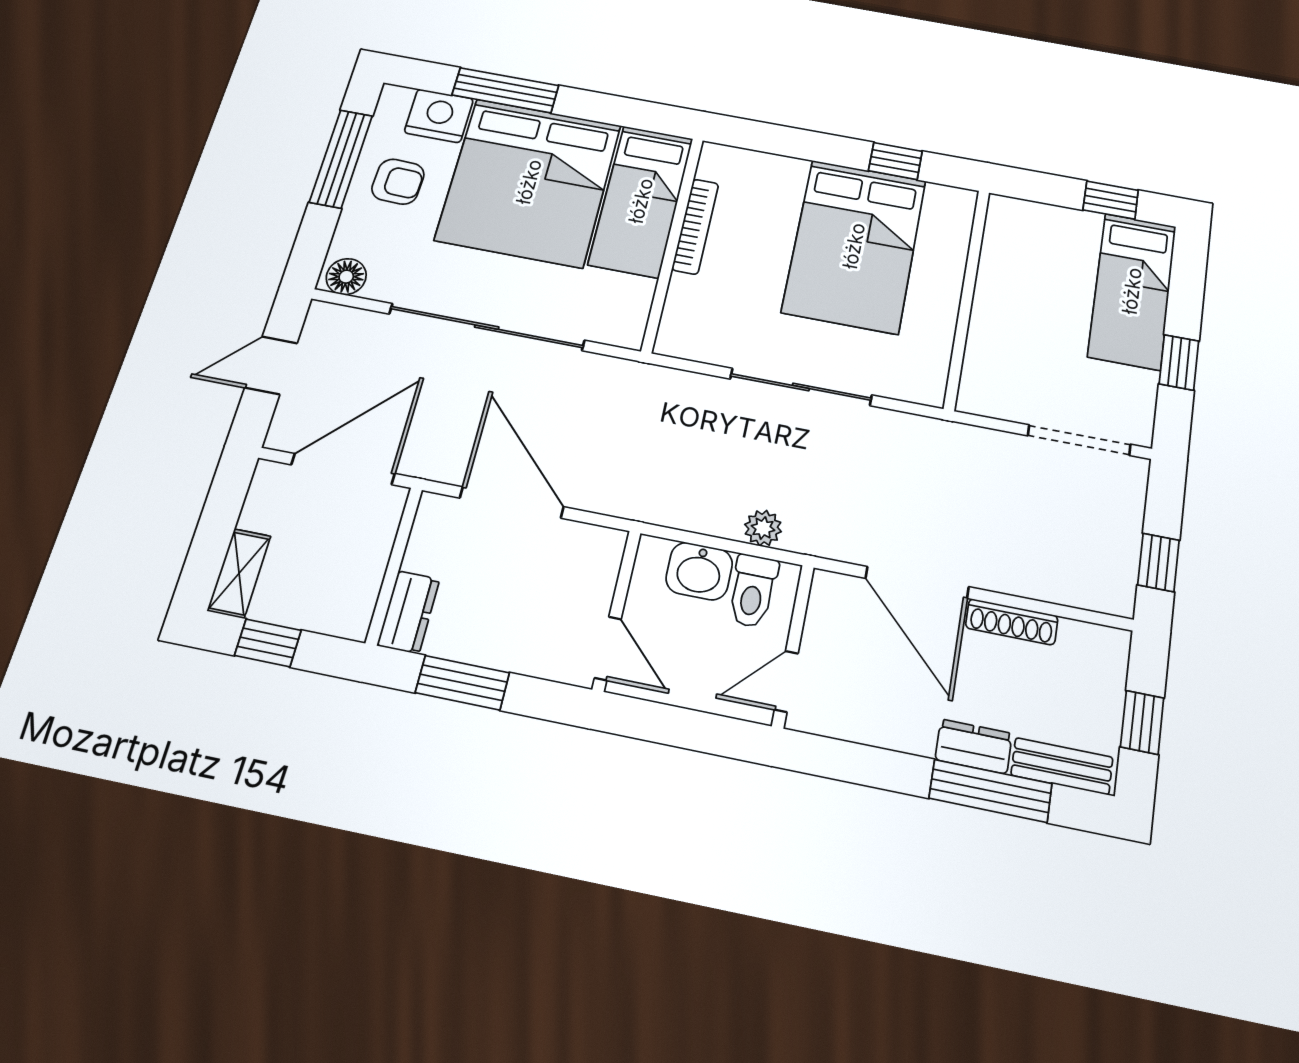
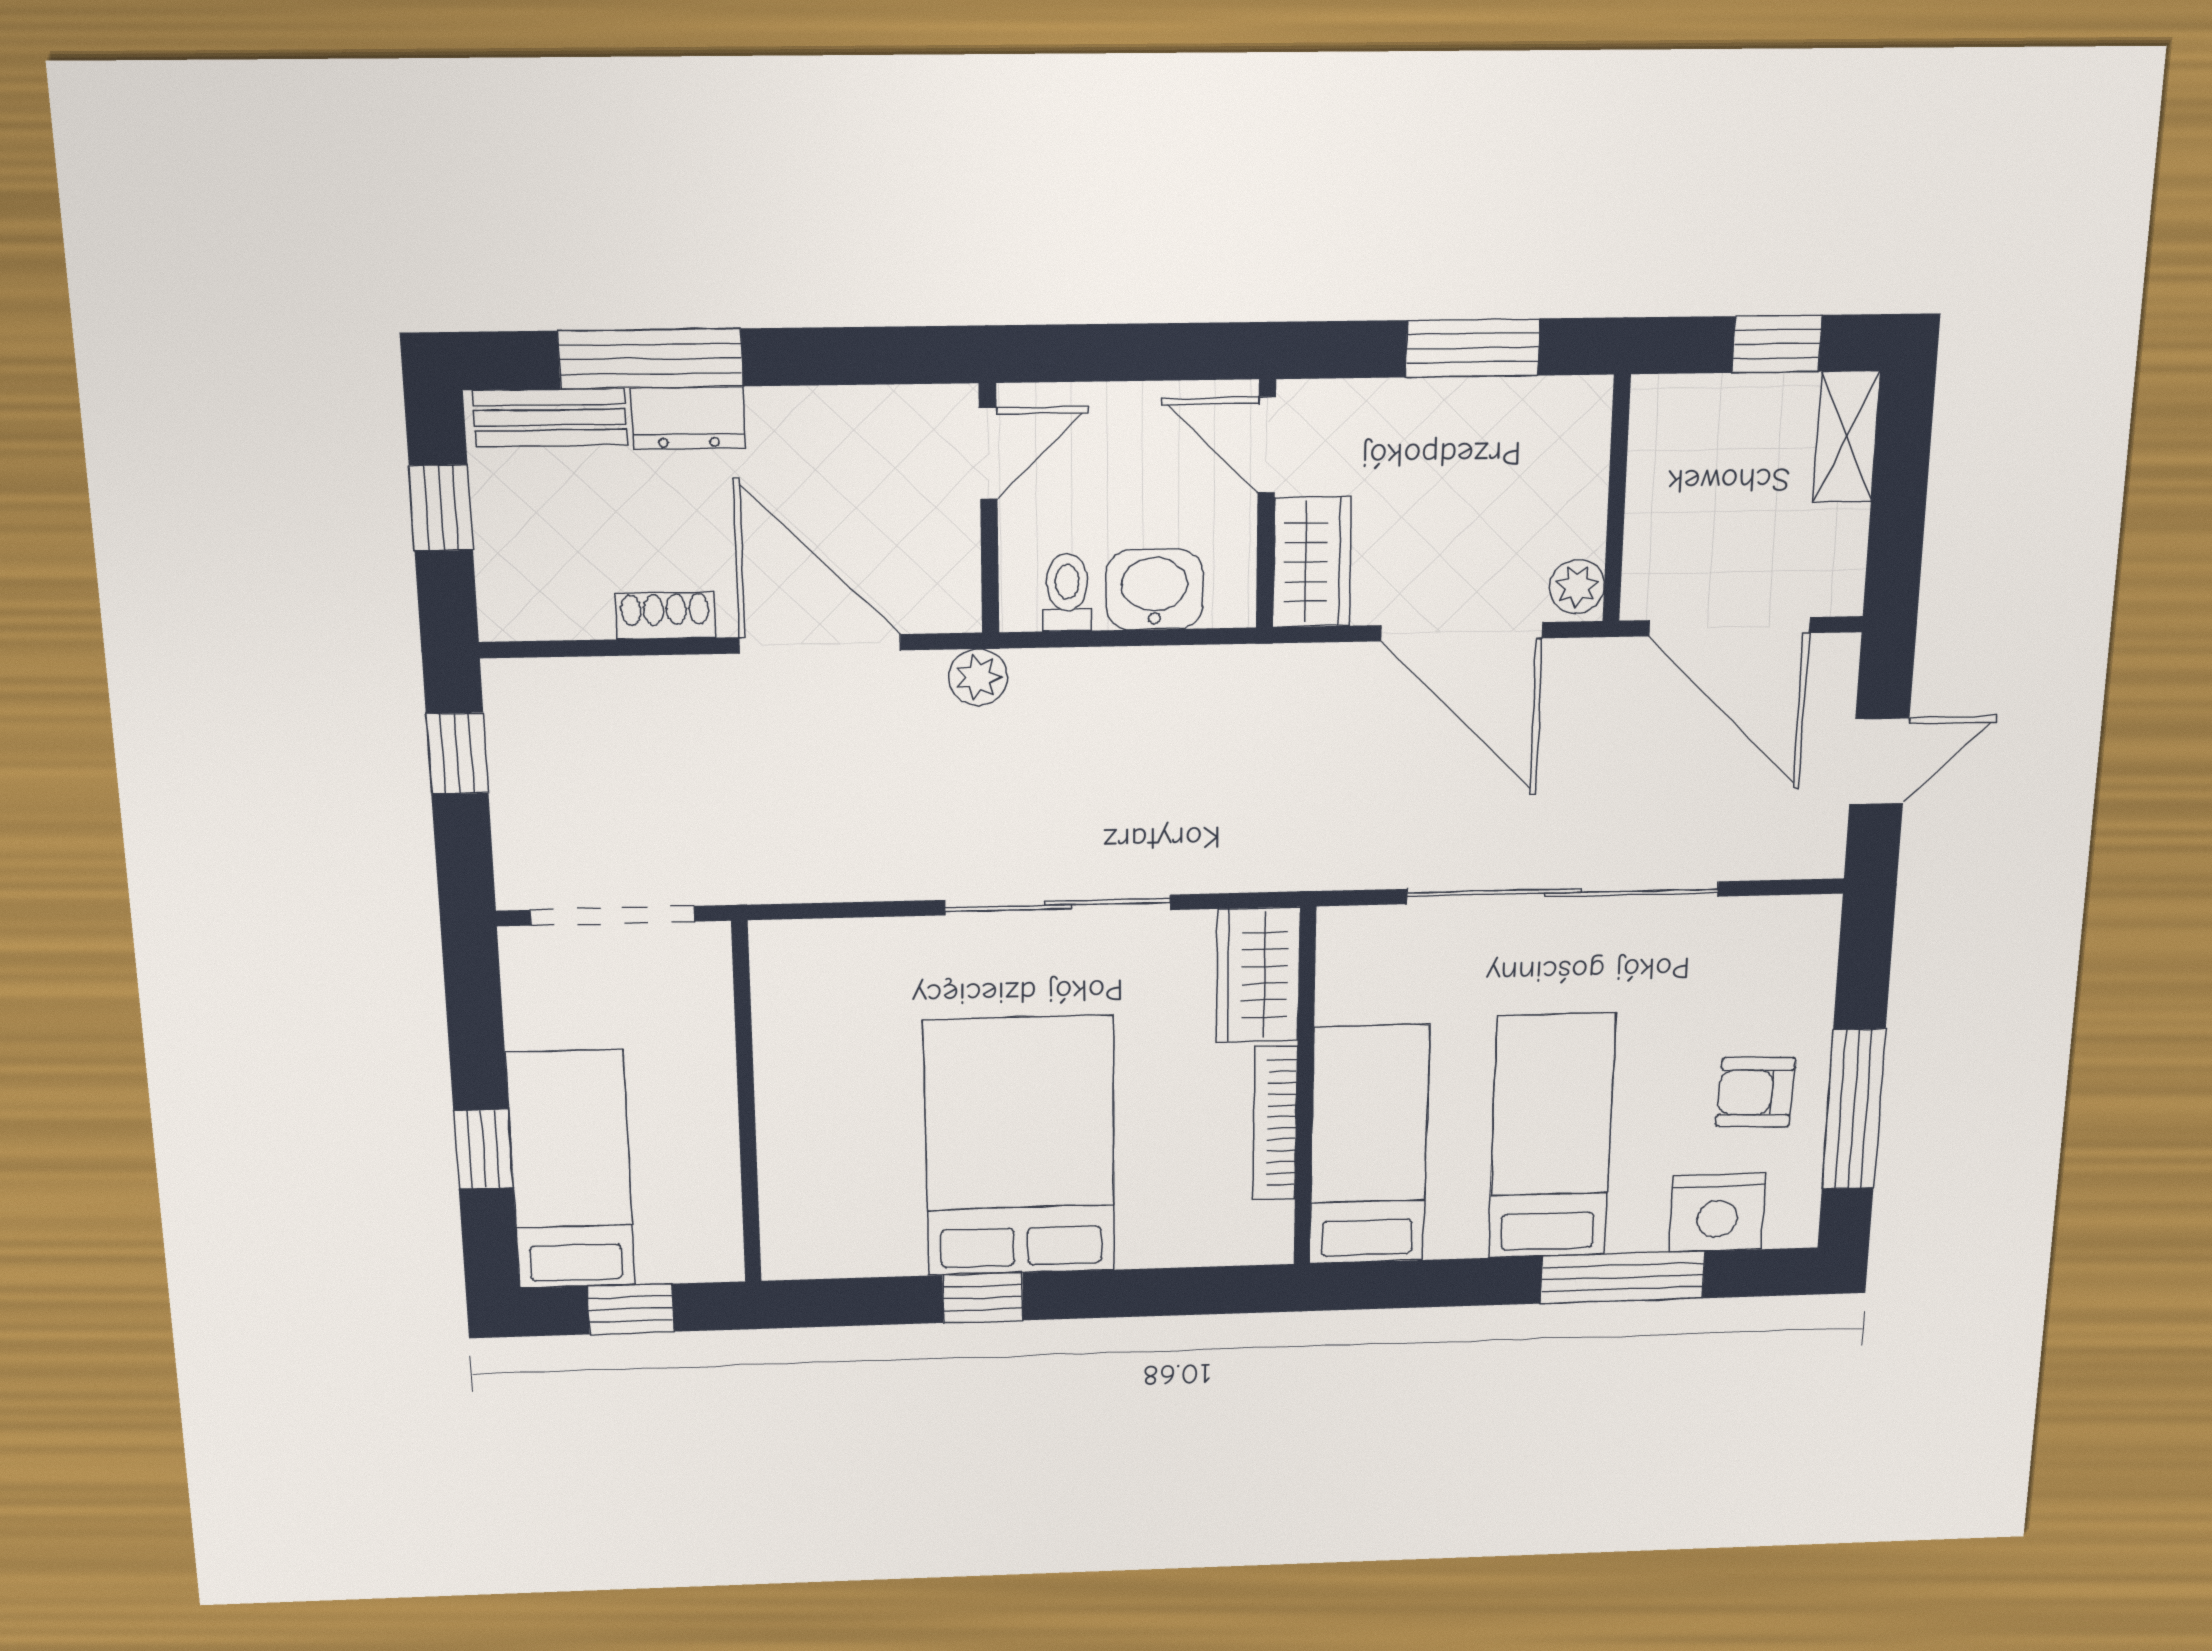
bed: (529, 182) -> (1551, 1136), width x0.49
floor lamp: (346, 277) -> (1799, 924), removed
wall: (967, 298) -> (746, 1104), moved
wardrobe: (686, 318) -> (1258, 975), added
window: (1179, 362) -> (484, 1149), moved
door: (343, 469) -> (1730, 627), hinge flipped
plant: (433, 515) -> (1577, 586), added
plant: (763, 528) -> (978, 677), moved
wardrobe: (596, 567) -> (1312, 562), added
toilet: (753, 591) -> (1067, 592), width x0.73, depth x0.72
dresser: (408, 612) -> (1578, 434), removed
shoe rack: (1012, 622) -> (665, 616), width x0.70

